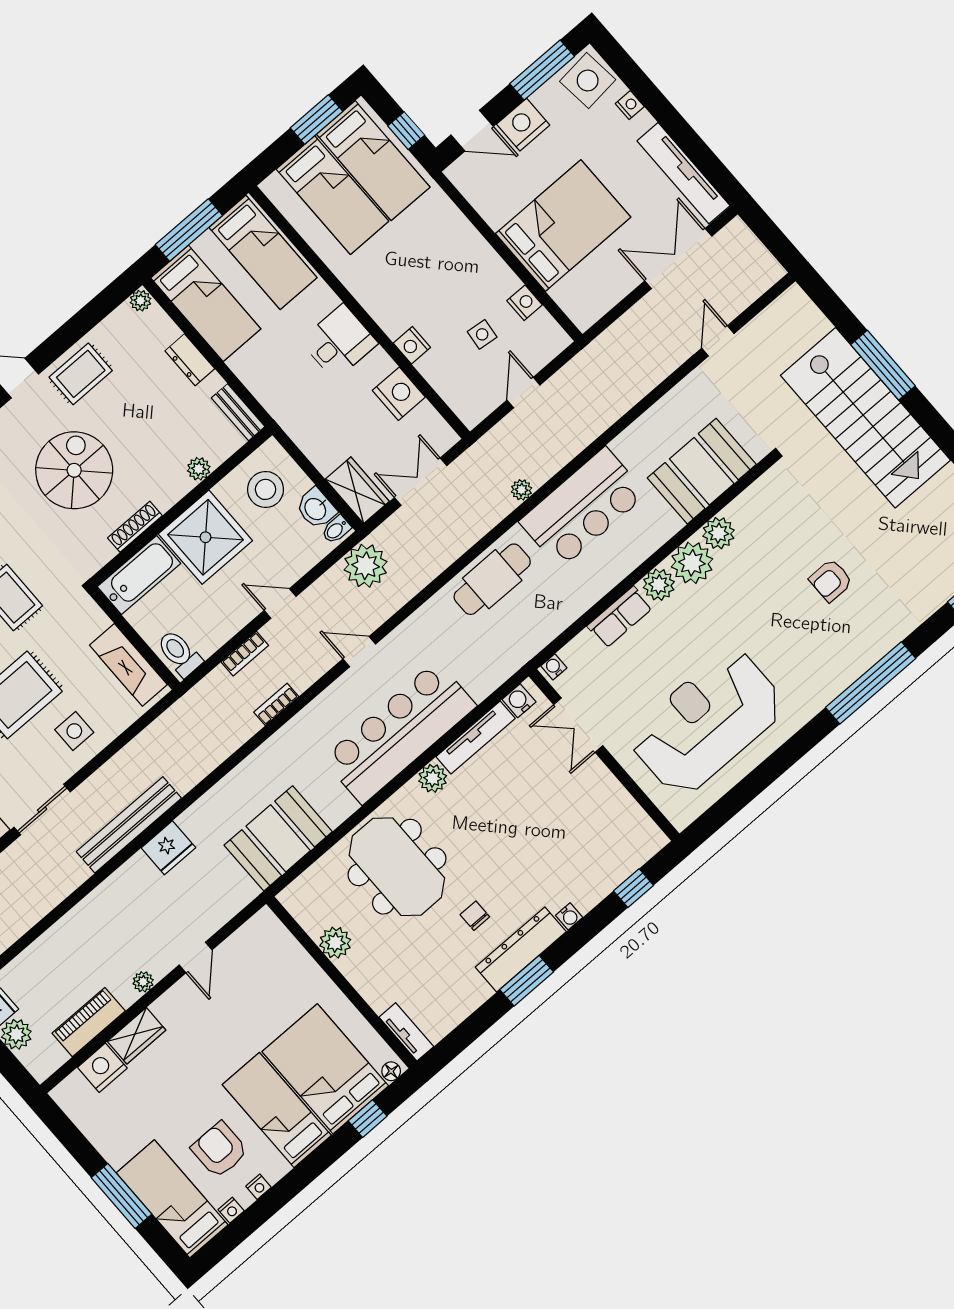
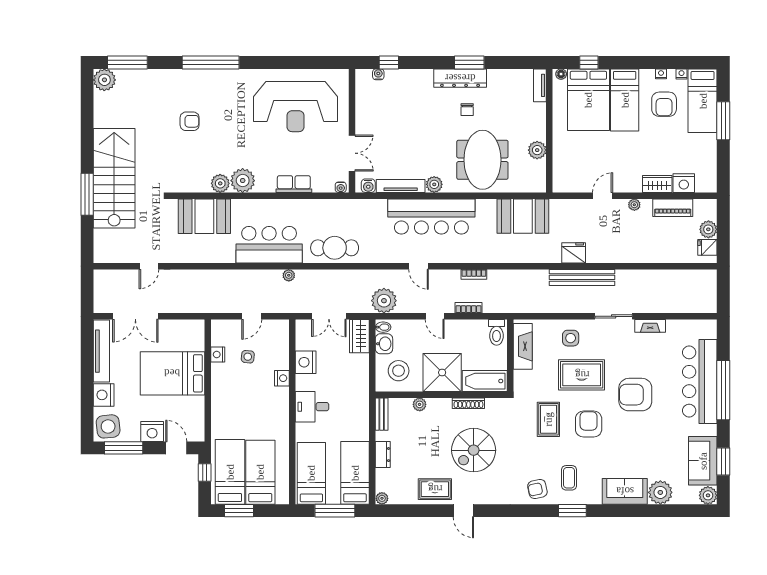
nightstand: (630, 105) -> (104, 395), width x1.89, depth x1.79
plant: (659, 585) -> (265, 183), removed
water cooler: (569, 916) -> (378, 74), moved

